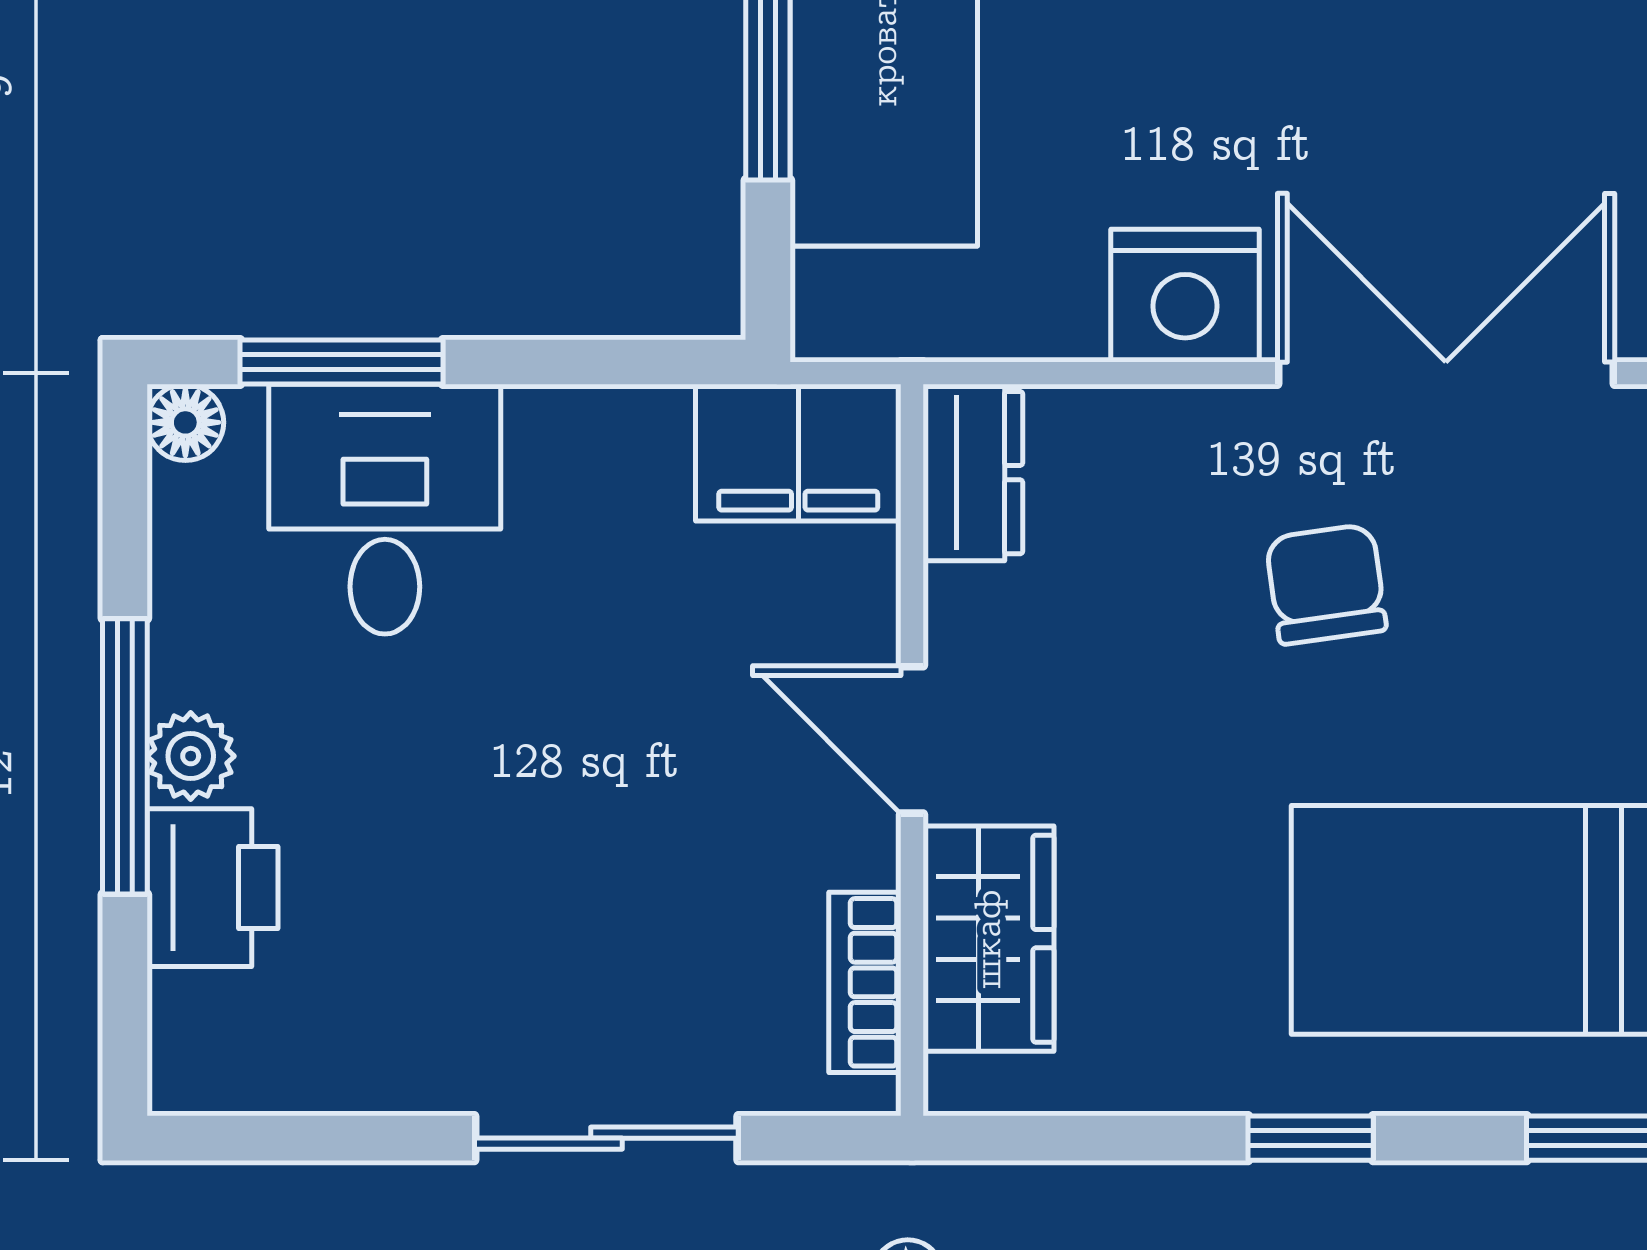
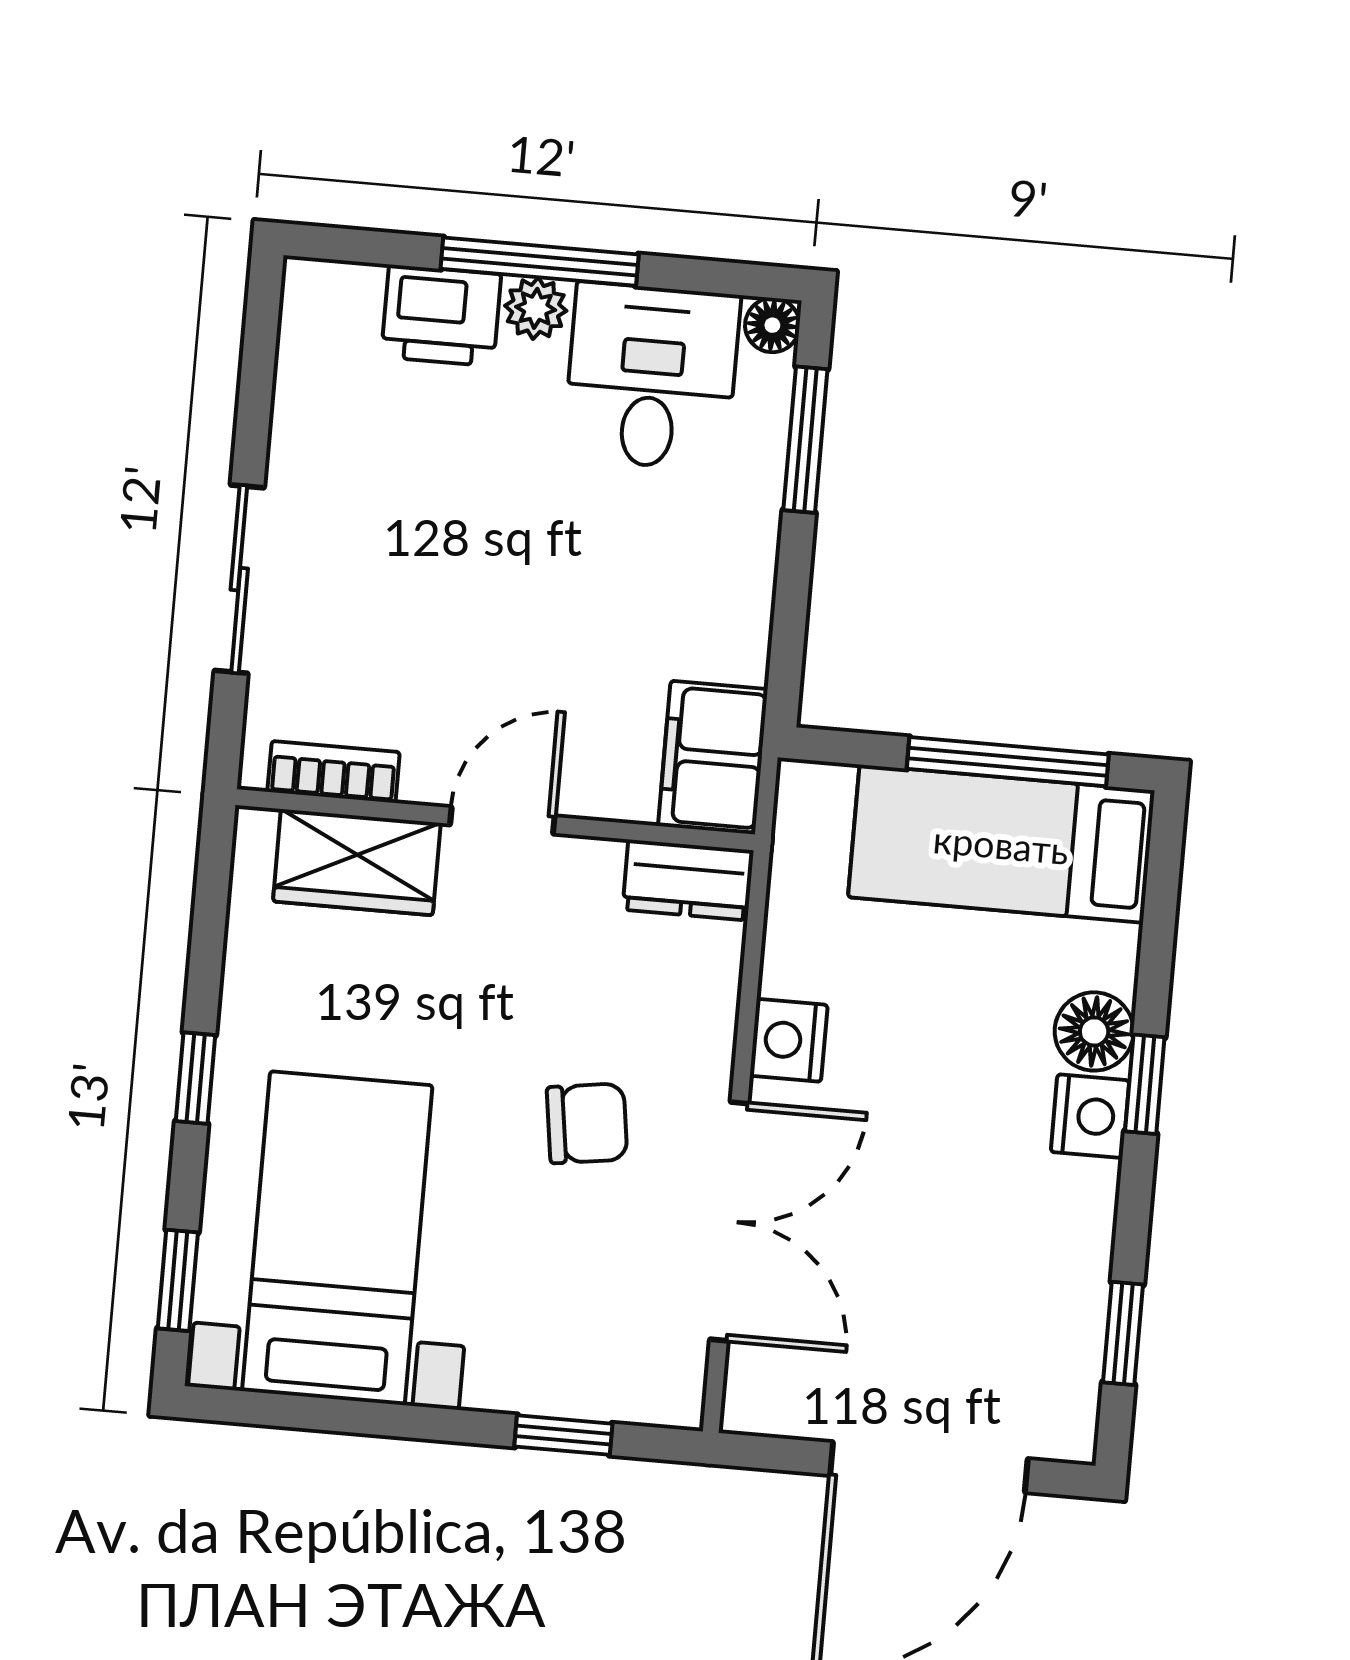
nightstand: (1185, 296) -> (789, 1040), width x0.74, depth x0.75
desk: (385, 509) -> (652, 376), moved, turned -90

